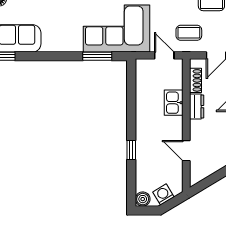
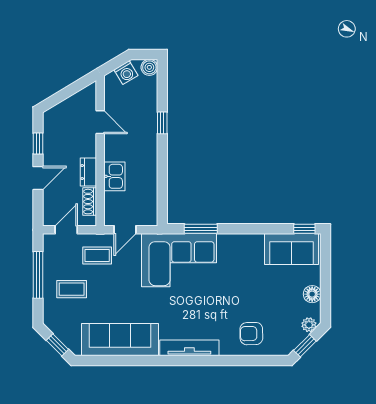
door: (164, 55) -> (125, 230), hinge flipped

